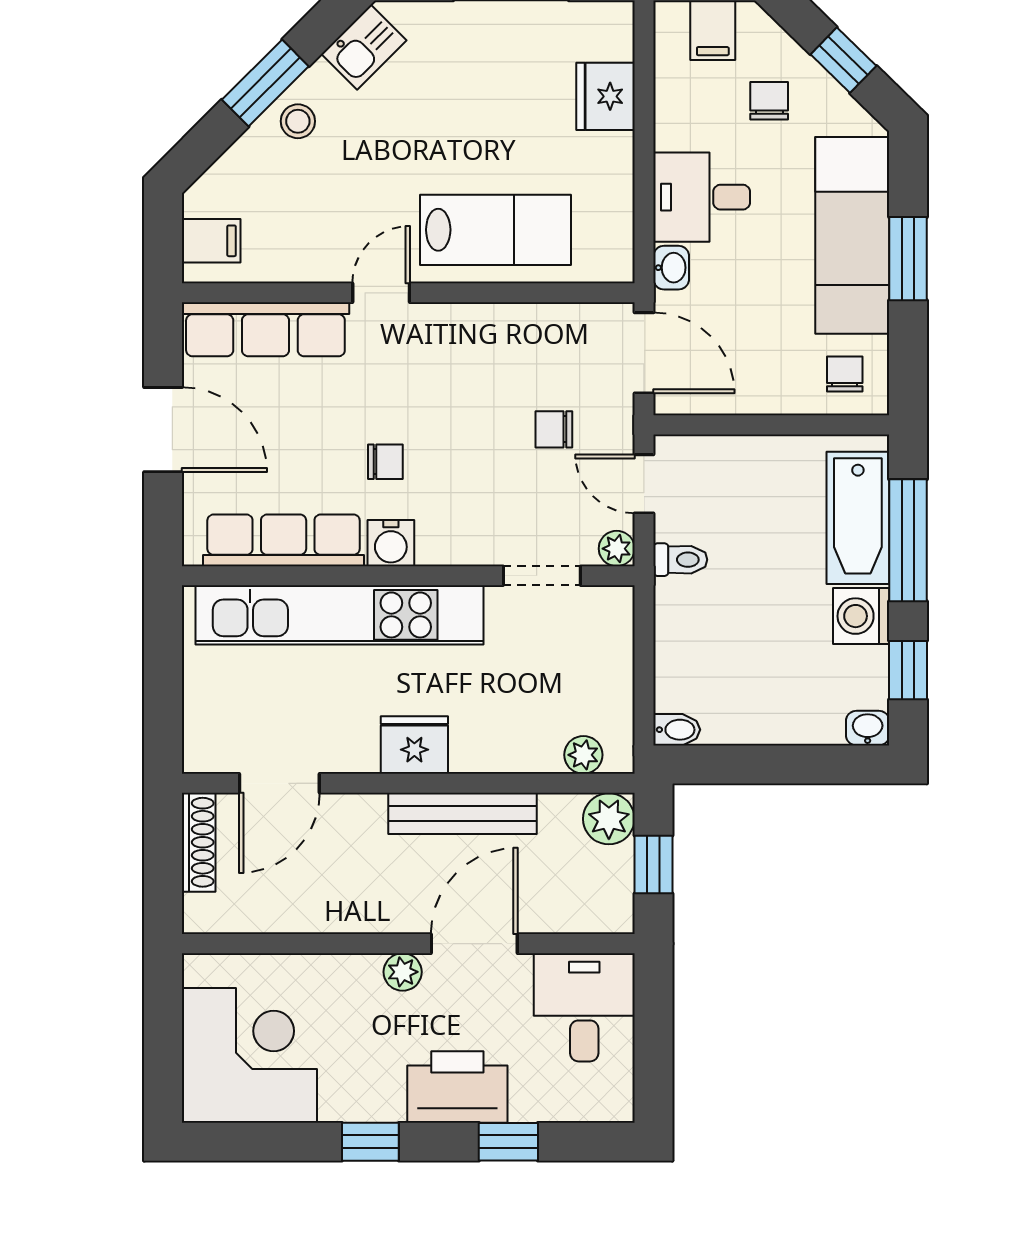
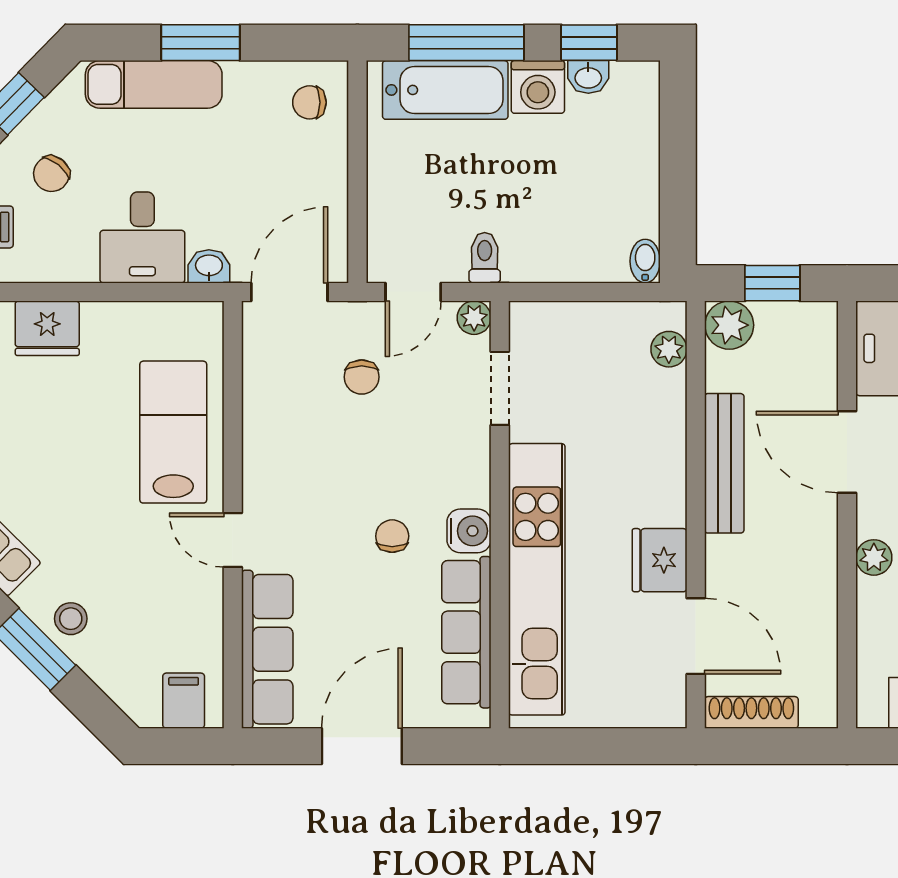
chair: (769, 101) -> (51, 174), turned -51
exam couch: (852, 235) -> (154, 84), width x0.73, depth x0.69
washbasin: (868, 728) -> (588, 77), moved, turned -90
fridge: (414, 745) -> (660, 560), moved
plant: (403, 972) -> (874, 557), moved

